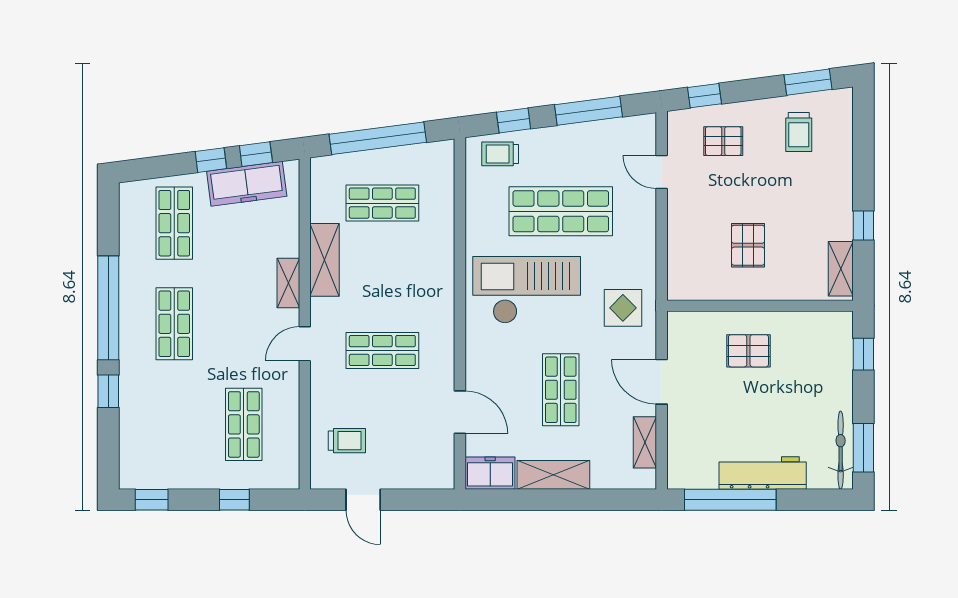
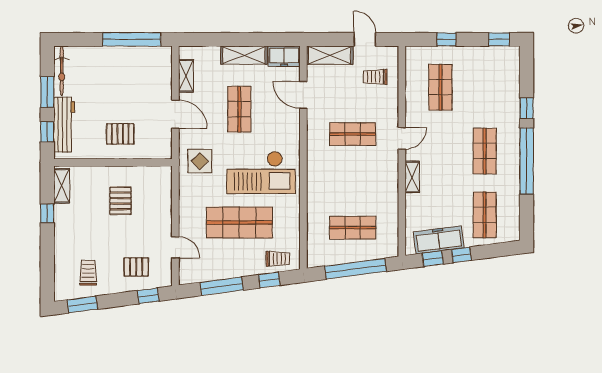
shelving: (324, 260) -> (330, 55), moved, turned 90
window: (863, 448) -> (47, 92), moved
workbench: (763, 473) -> (64, 125), moved, turned -90

